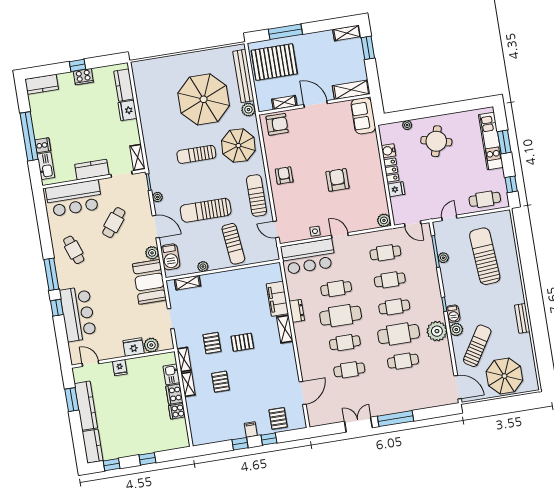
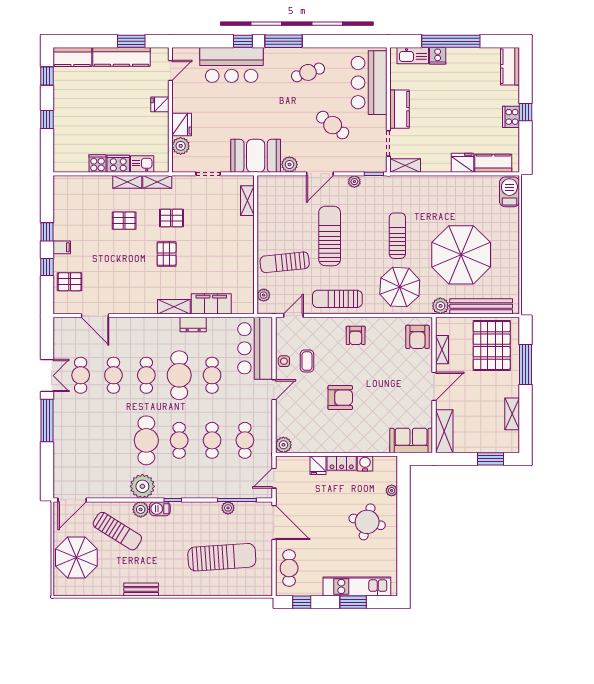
shelving: (347, 33) -> (512, 414), moved
armchair: (284, 176) -> (356, 335), turned 90
sun lounger: (257, 195) -> (337, 299), turned 180
coffee table: (312, 212) -> (307, 361), added
door: (449, 218) -> (274, 523), width x1.87
barbecue: (170, 257) -> (509, 192), moved, turned 90
plant: (203, 267) -> (264, 295), moved
cafe table: (403, 361) -> (81, 375), moved

